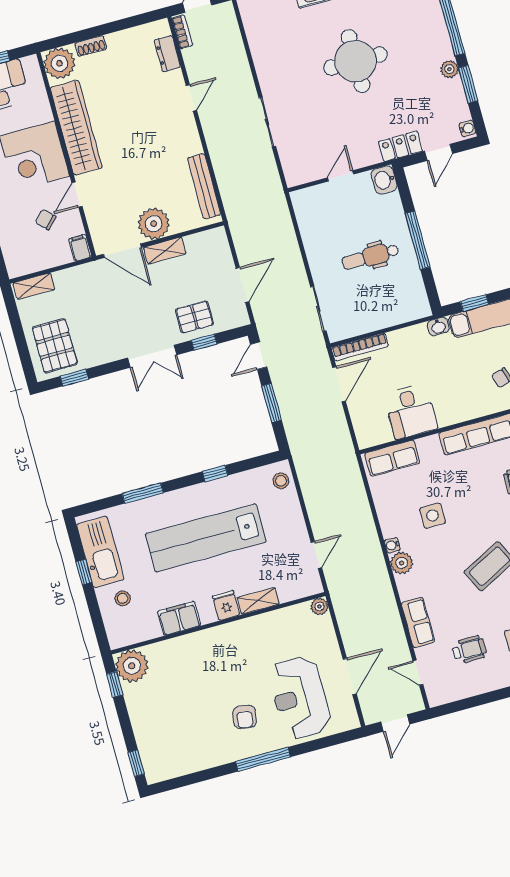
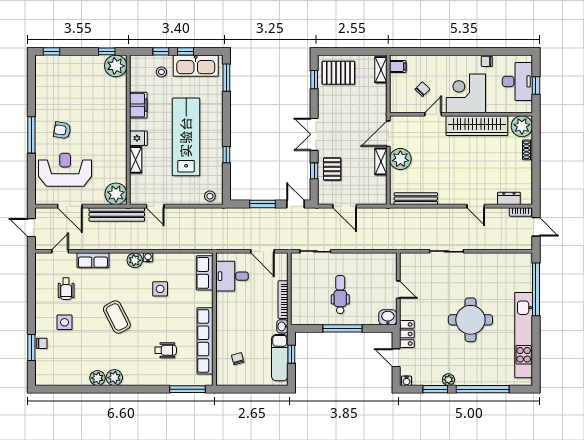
door: (77, 195) -> (433, 114), hinge flipped
filing cabinet: (80, 248) -> (398, 67), moved
bookcase: (360, 347) -> (283, 300), moved
desk: (411, 411) -> (232, 276), moved
window: (143, 493) -> (226, 78), moved
plant: (319, 606) -> (116, 194), width x1.88, depth x1.88
bench: (343, 606) -> (117, 214), added
window: (93, 607) -> (161, 51), added

